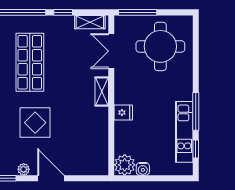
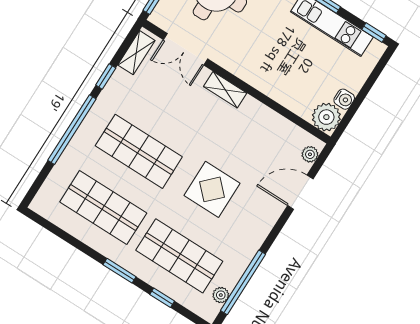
fridge: (123, 112) -> (265, 80), removed
window: (196, 149) -> (374, 33), moved
plant: (24, 169) -> (310, 154), moved
door: (51, 178) -> (300, 192), moved

